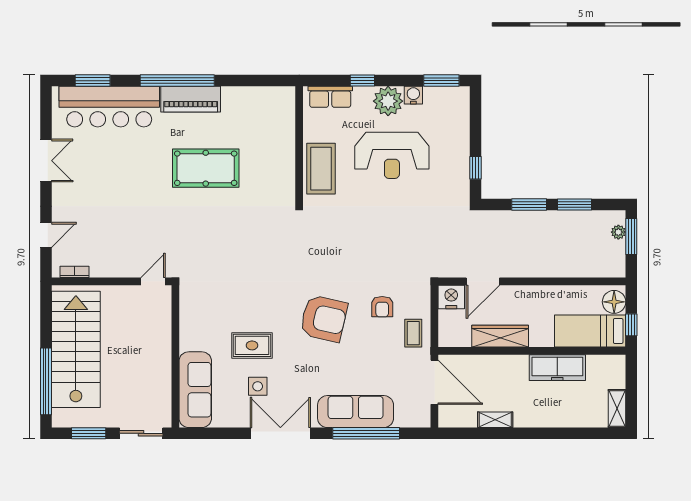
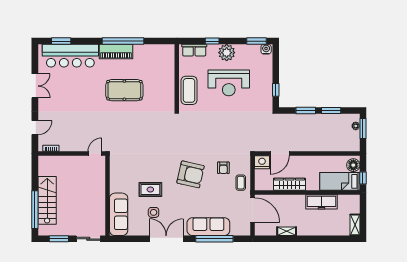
window: (177, 81) -> (123, 41), moved
water cooler: (413, 95) -> (266, 49), moved
stairs: (76, 349) -> (47, 200), width x0.73, depth x0.66

